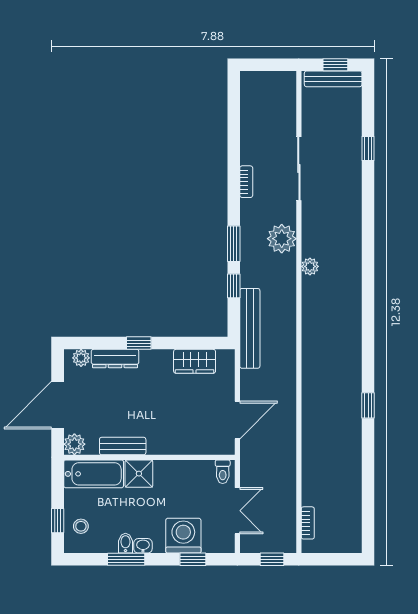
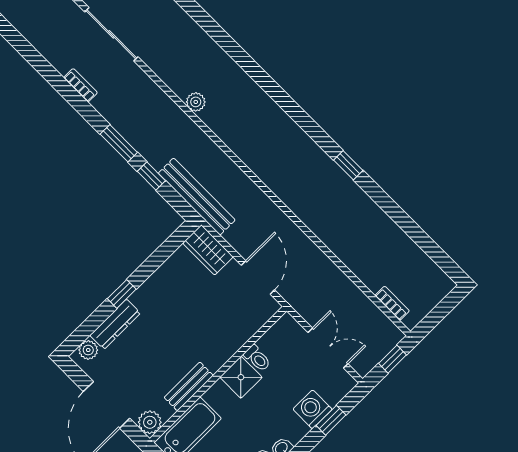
plant: (282, 239) -> (152, 102), removed
wardrobe: (195, 361) -> (208, 250), moved, turned 90
toilet: (223, 472) -> (257, 358), moved
shower: (139, 474) -> (241, 377), moved
washing machine: (183, 536) -> (313, 409), width x0.73, depth x0.73

